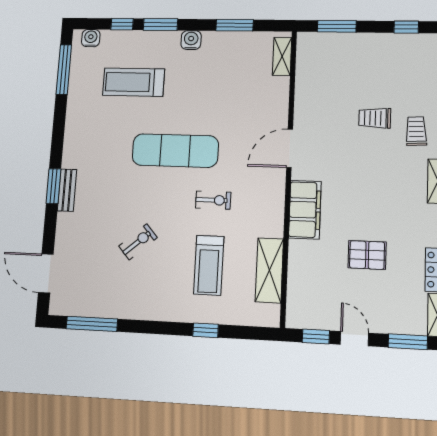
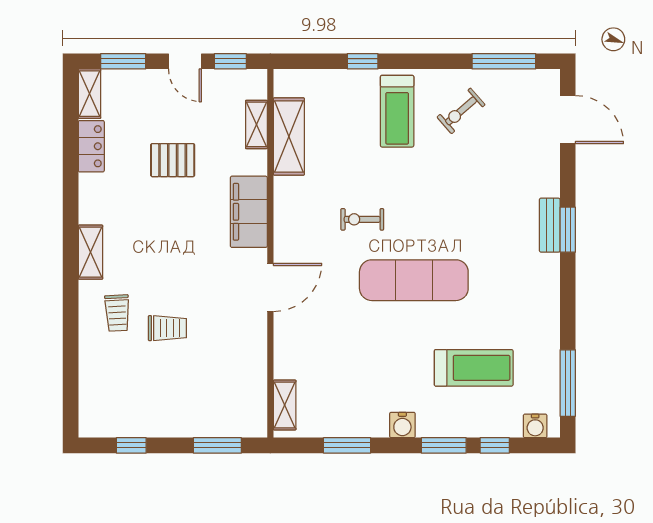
exercise bike: (138, 242) -> (461, 111), moved
treadmill: (209, 265) -> (397, 111), moved, turned 180
shelving: (296, 282) -> (256, 124), added

